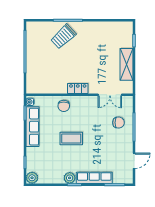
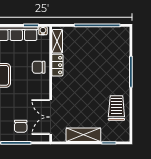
trolley: (63, 37) -> (116, 108), moved, turned 43
shelving: (40, 89) -> (57, 41), added
locker: (78, 89) -> (57, 65), moved
double door: (110, 95) -> (51, 117), width x1.37

